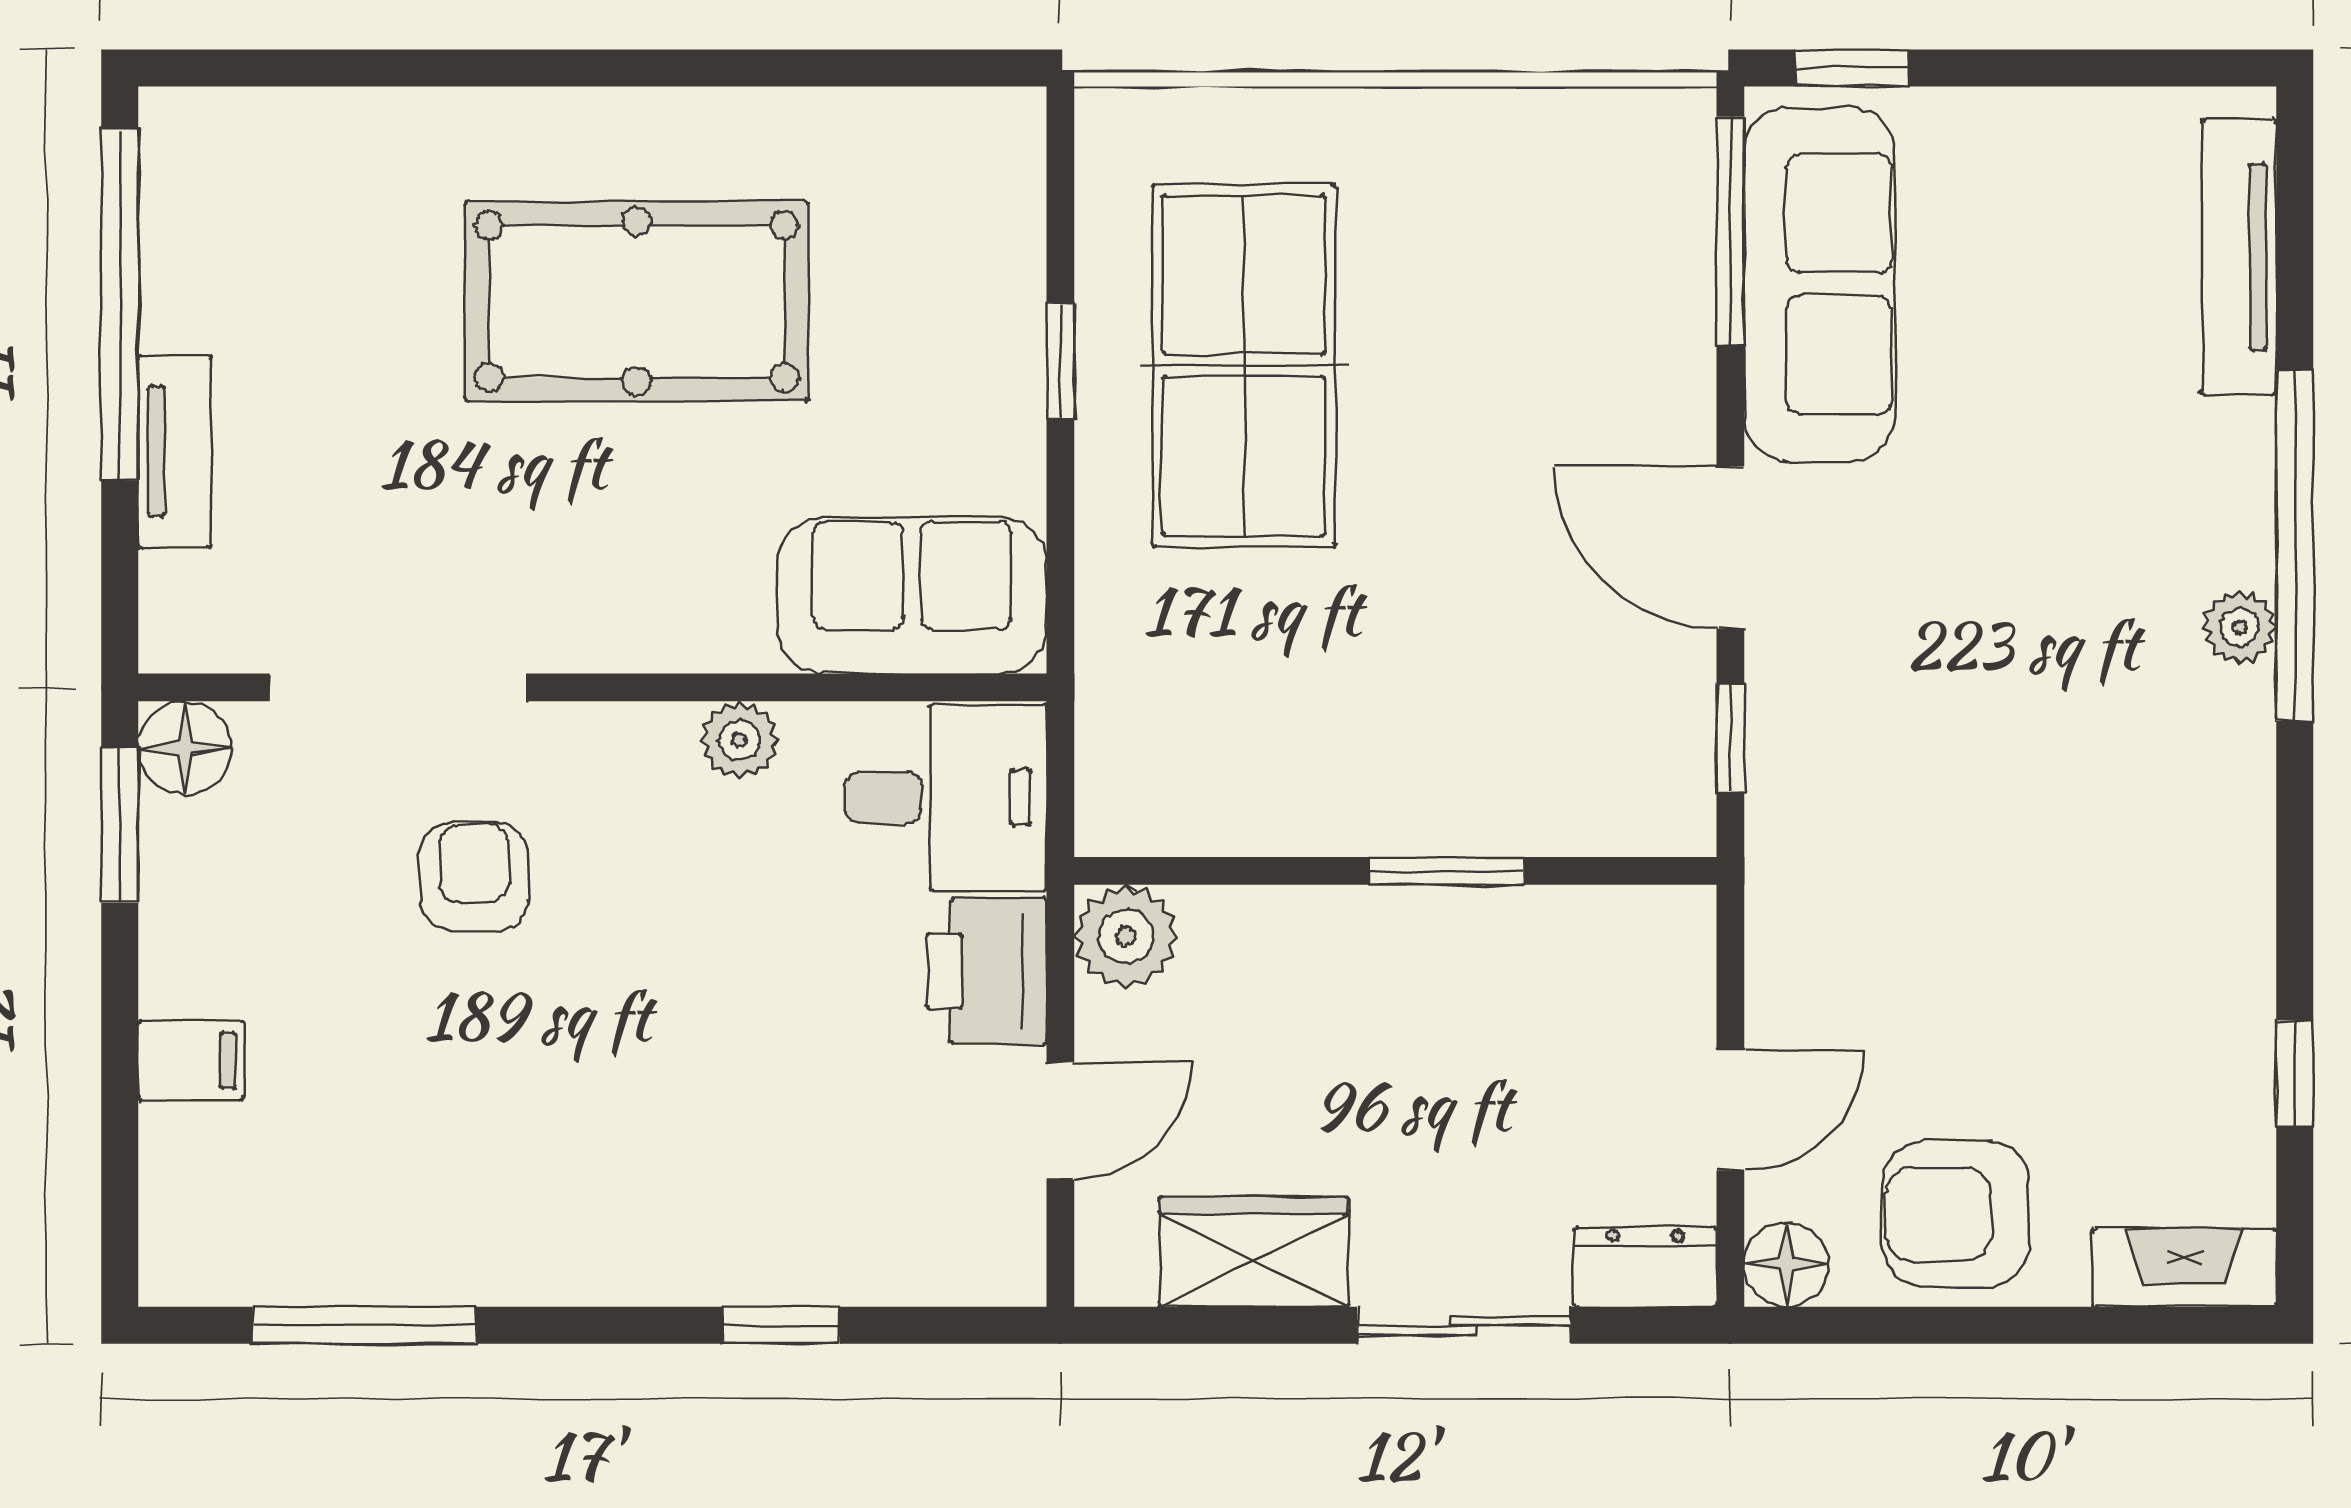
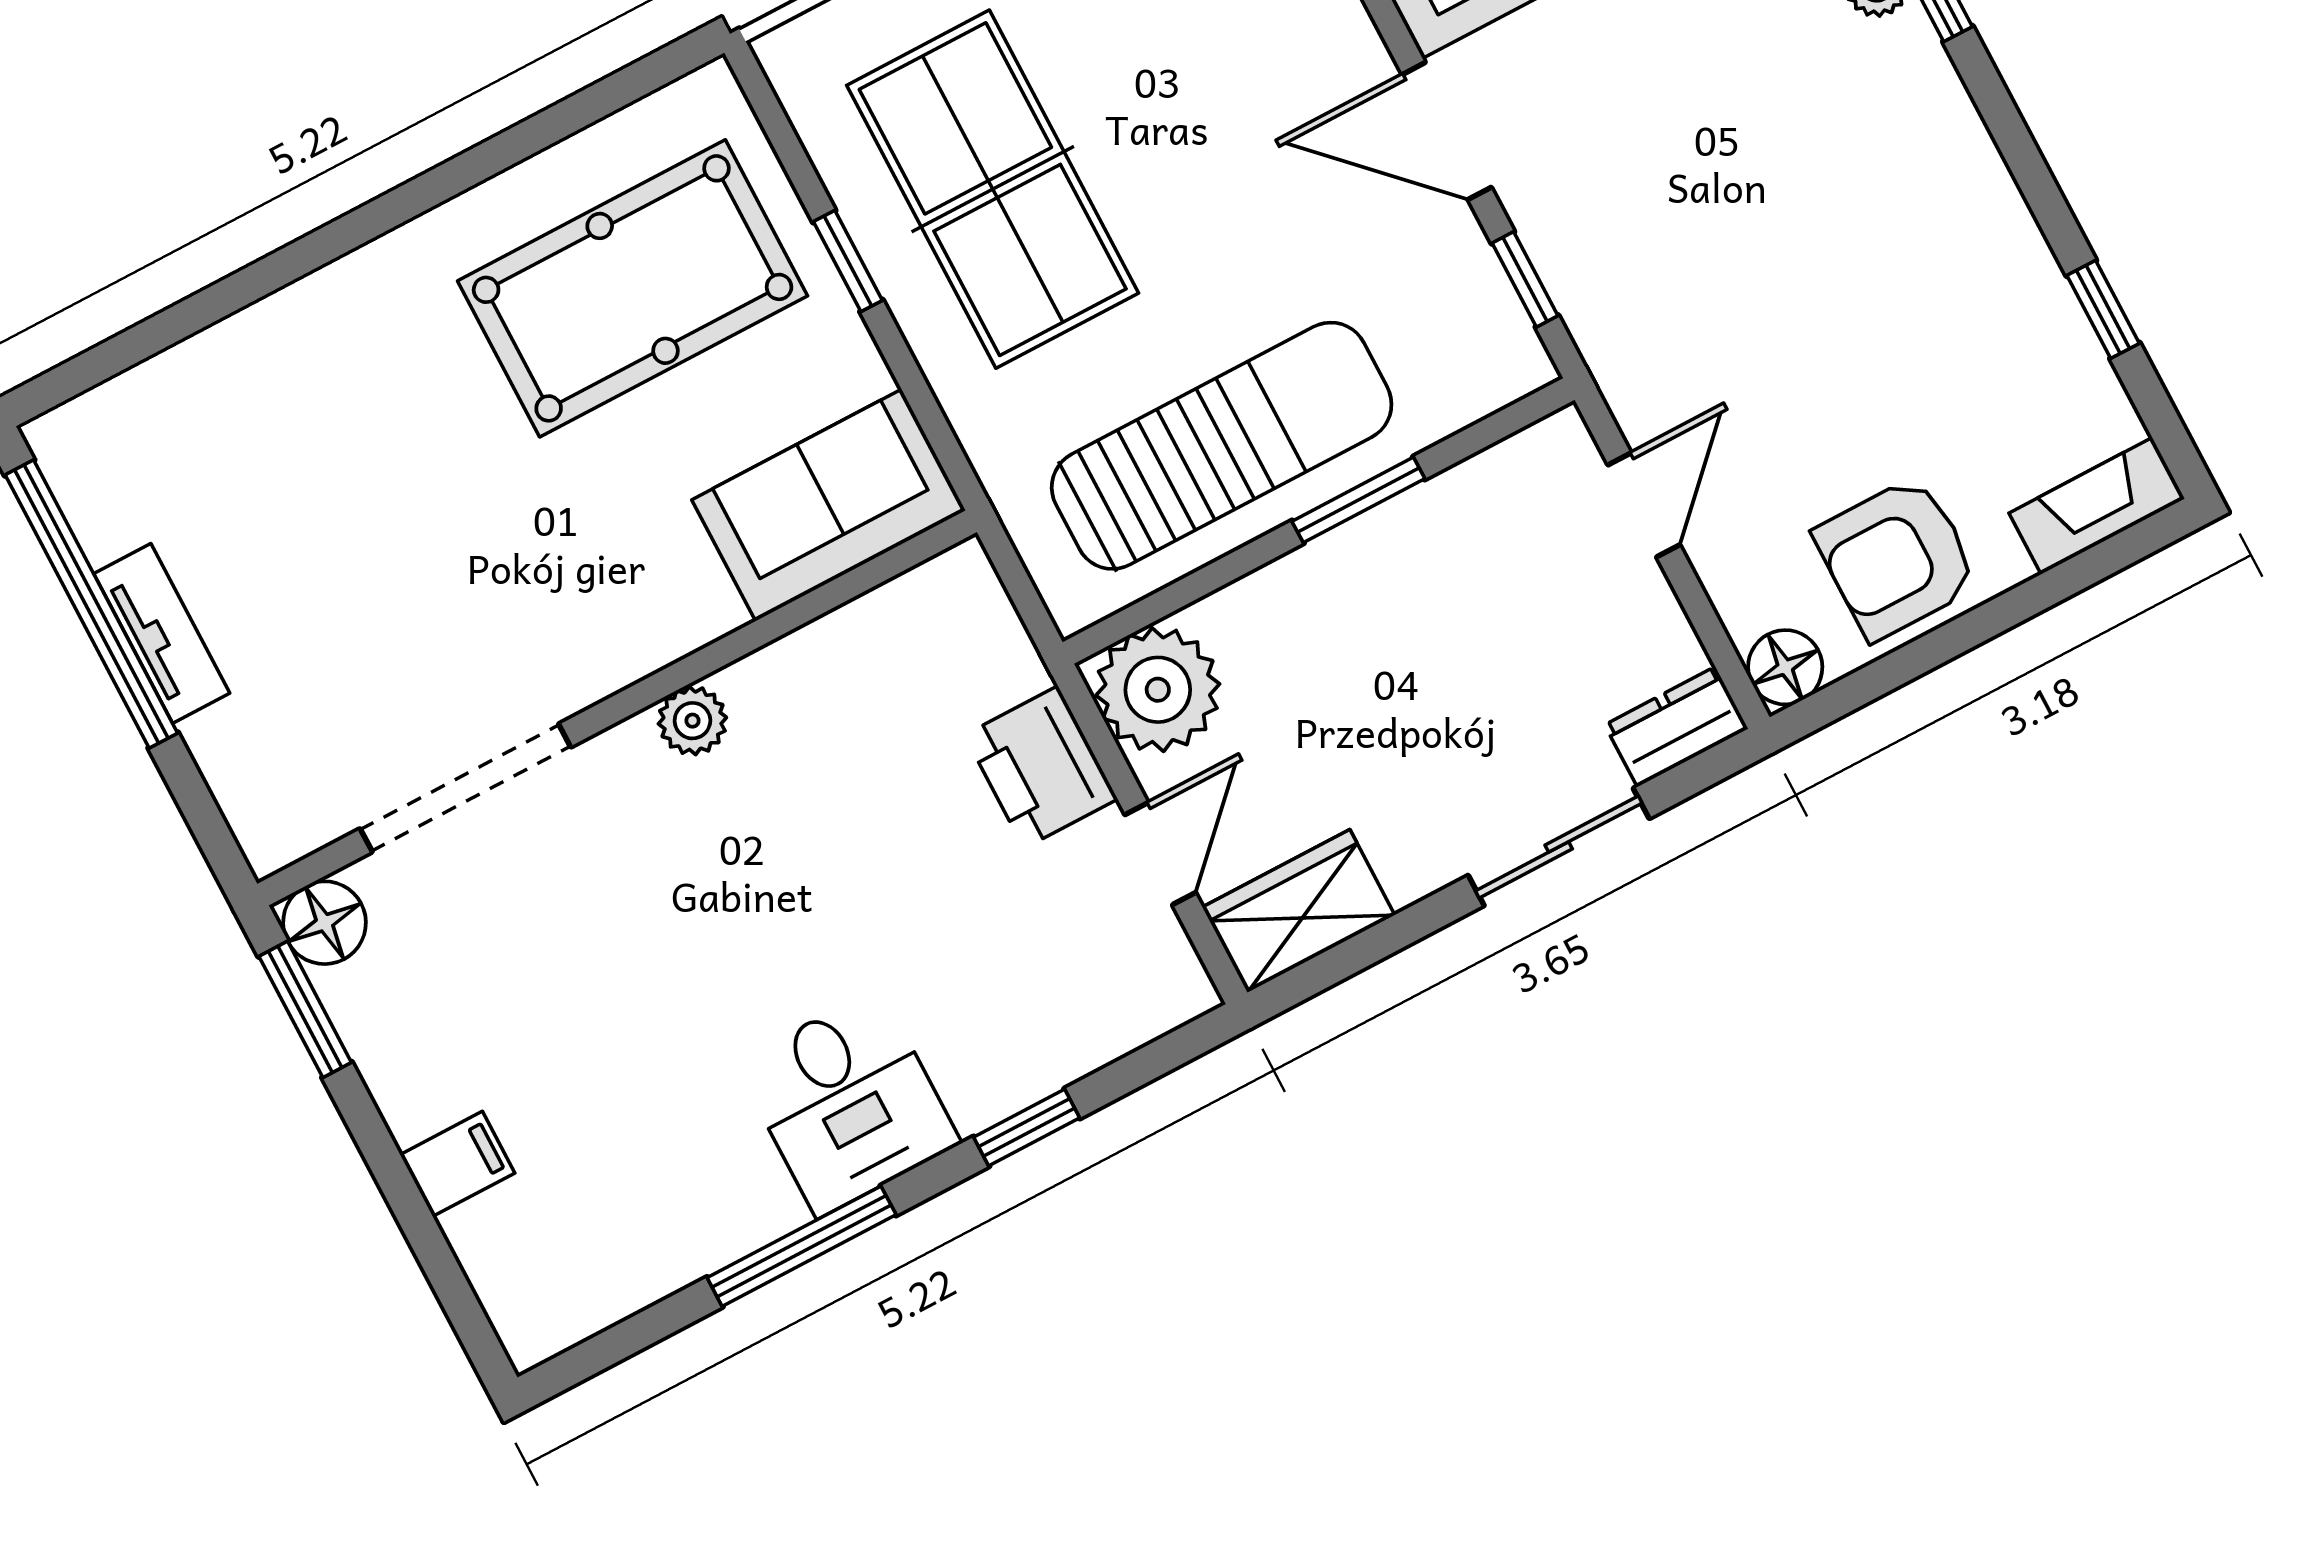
pool table: (637, 301) -> (633, 288), moved
tv unit: (175, 452) -> (162, 633), moved
plant: (739, 740) -> (692, 721), moved
sun lounger: (1338, 744) -> (1222, 446), added
desk: (946, 797) -> (848, 1103), moved, turned 90
armchair: (474, 877) -> (603, 904), removed
plant: (1126, 936) -> (1158, 690), width x1.36, depth x1.36
door: (1730, 1110) -> (1644, 505), moved
wardrobe: (1254, 1252) -> (1299, 911), moved
window: (364, 1325) -> (802, 1246), moved

